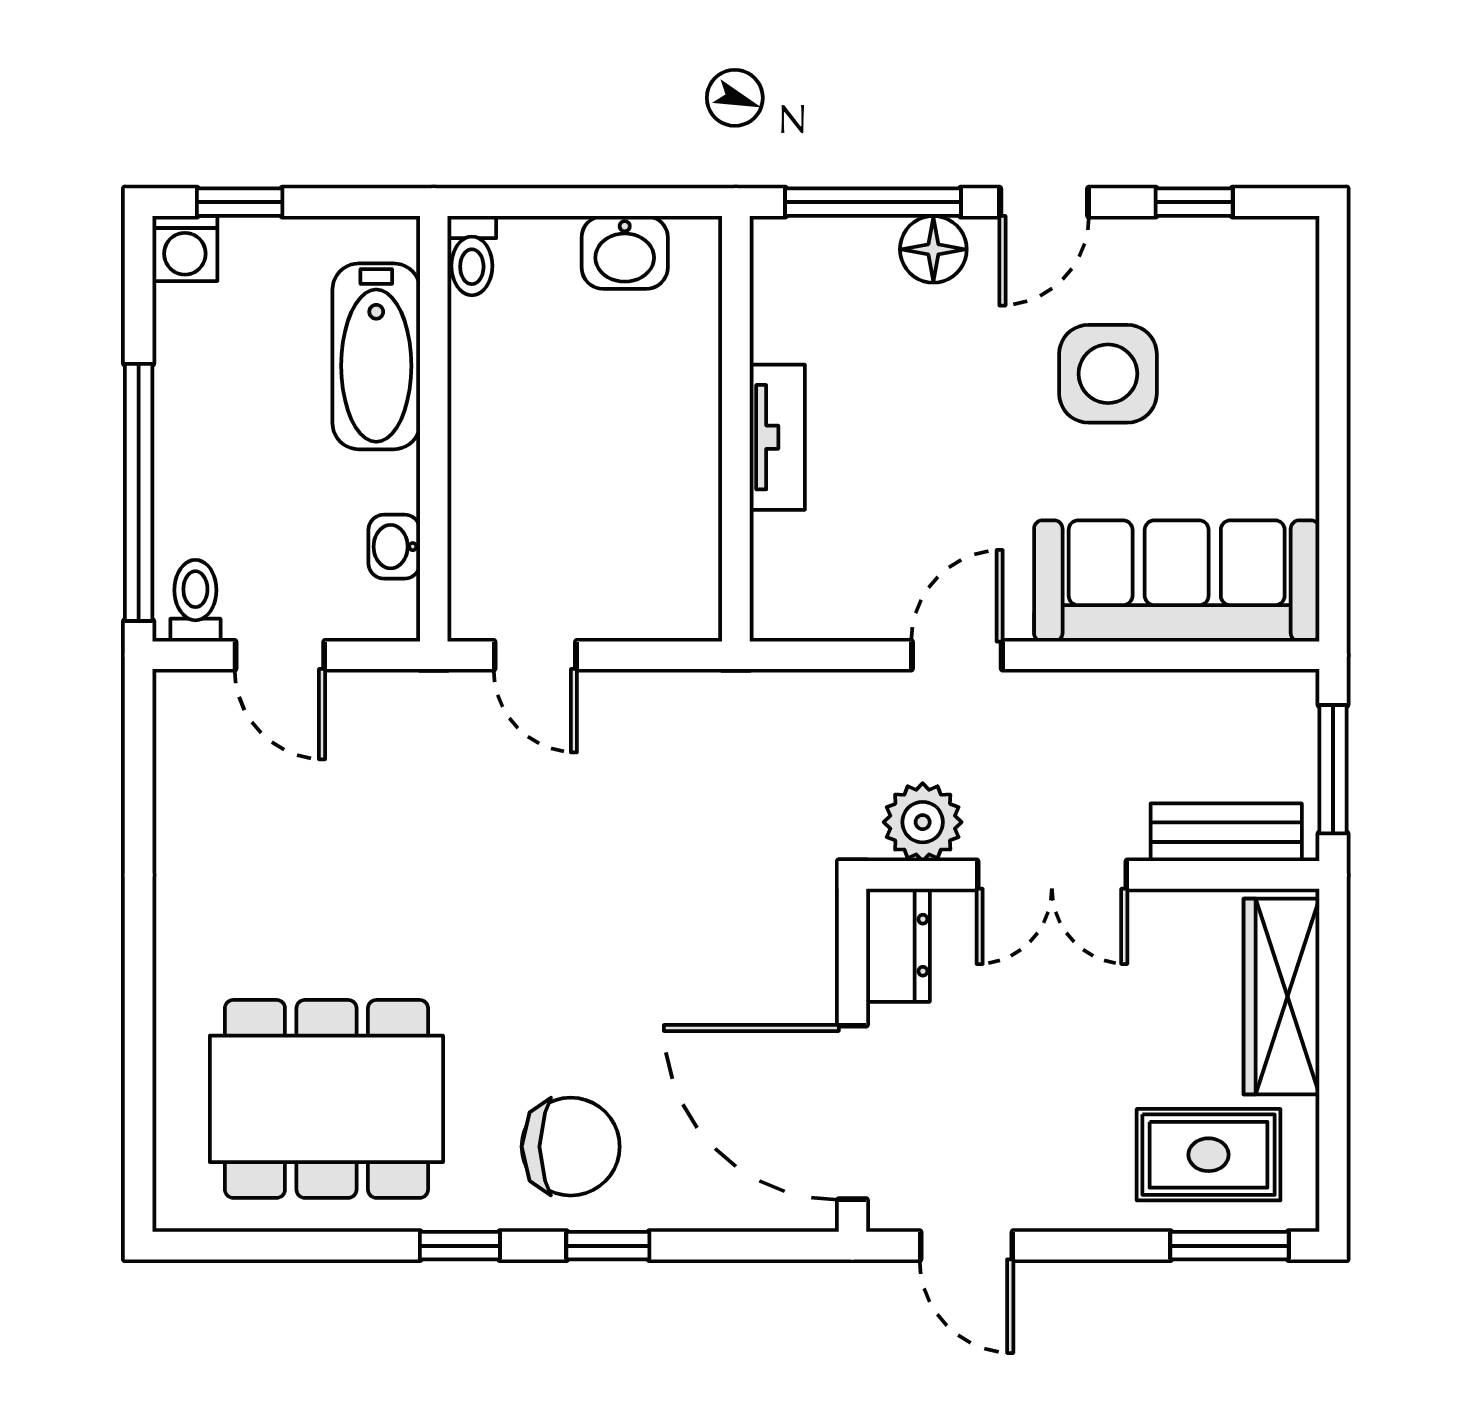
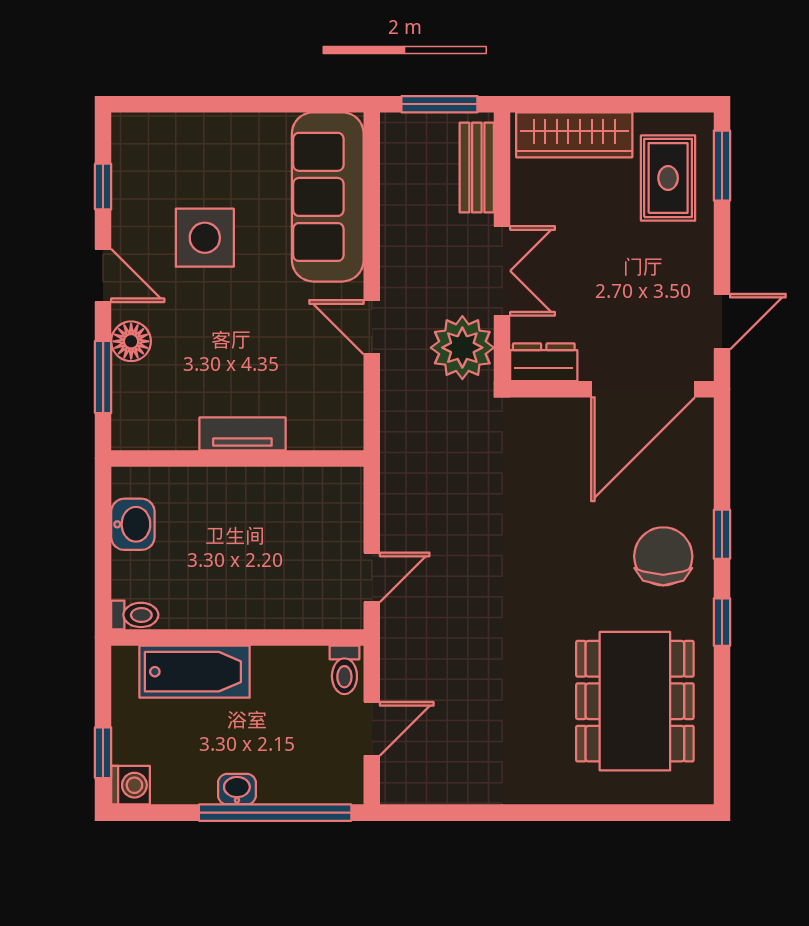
window: (873, 202) -> (103, 377), width x0.69
washbasin: (394, 547) -> (237, 789), moved, turned 180
toilet: (195, 601) -> (344, 670), moved, turned -90
plant: (923, 822) -> (462, 348), width x1.36, depth x1.36

